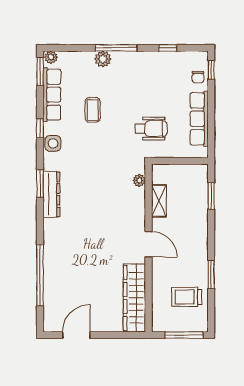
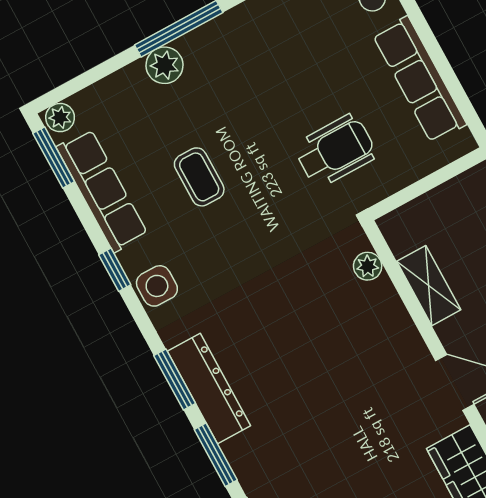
window: (40, 222) -> (216, 455), added

